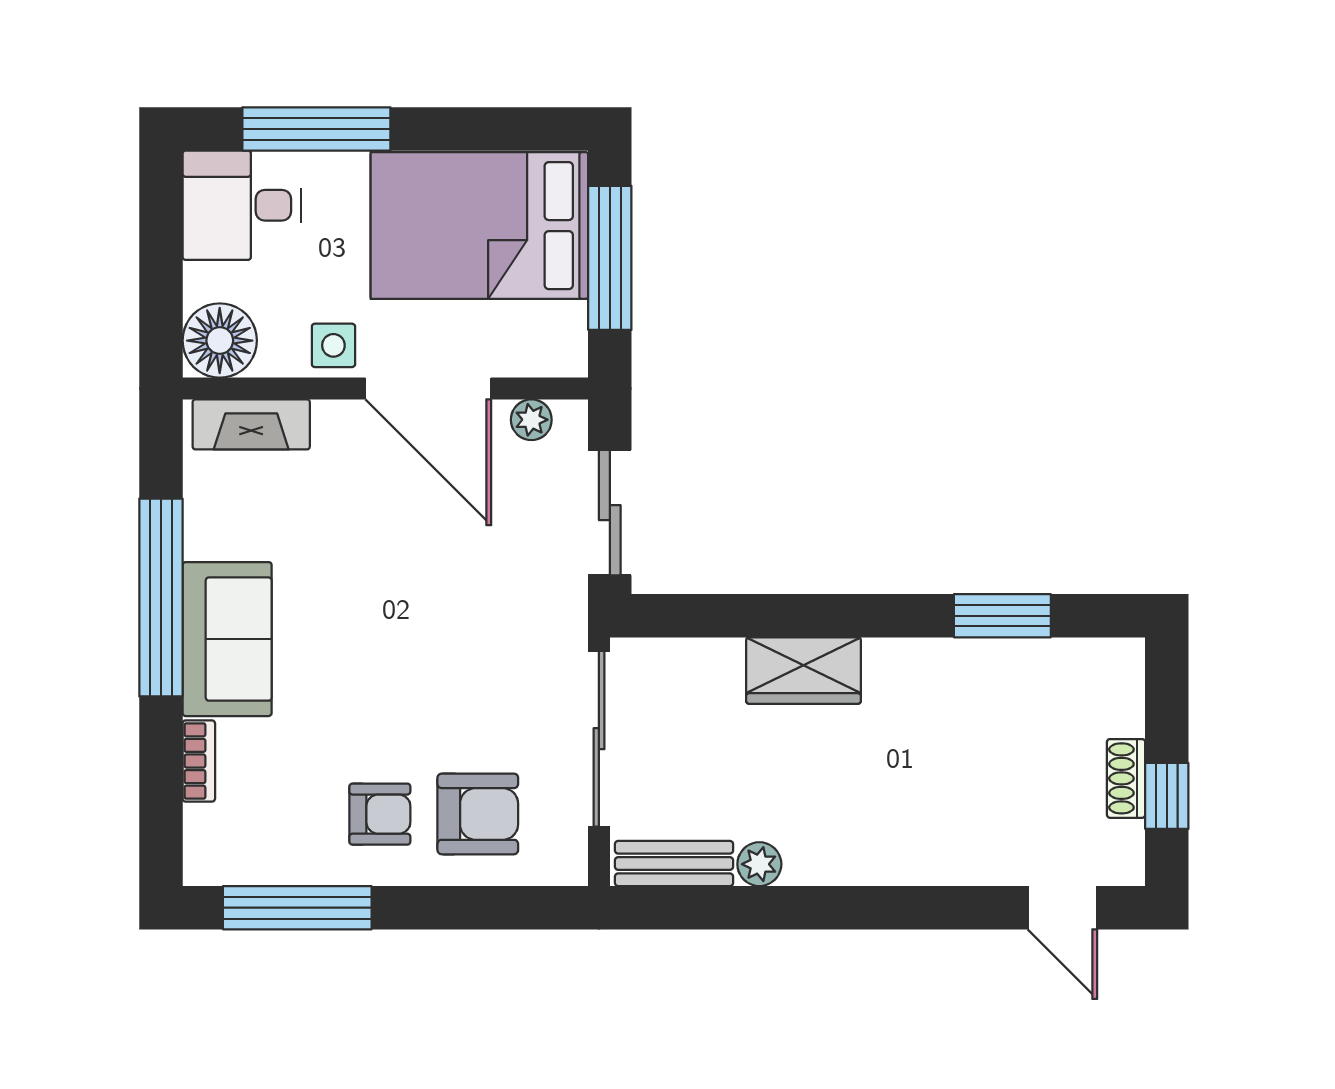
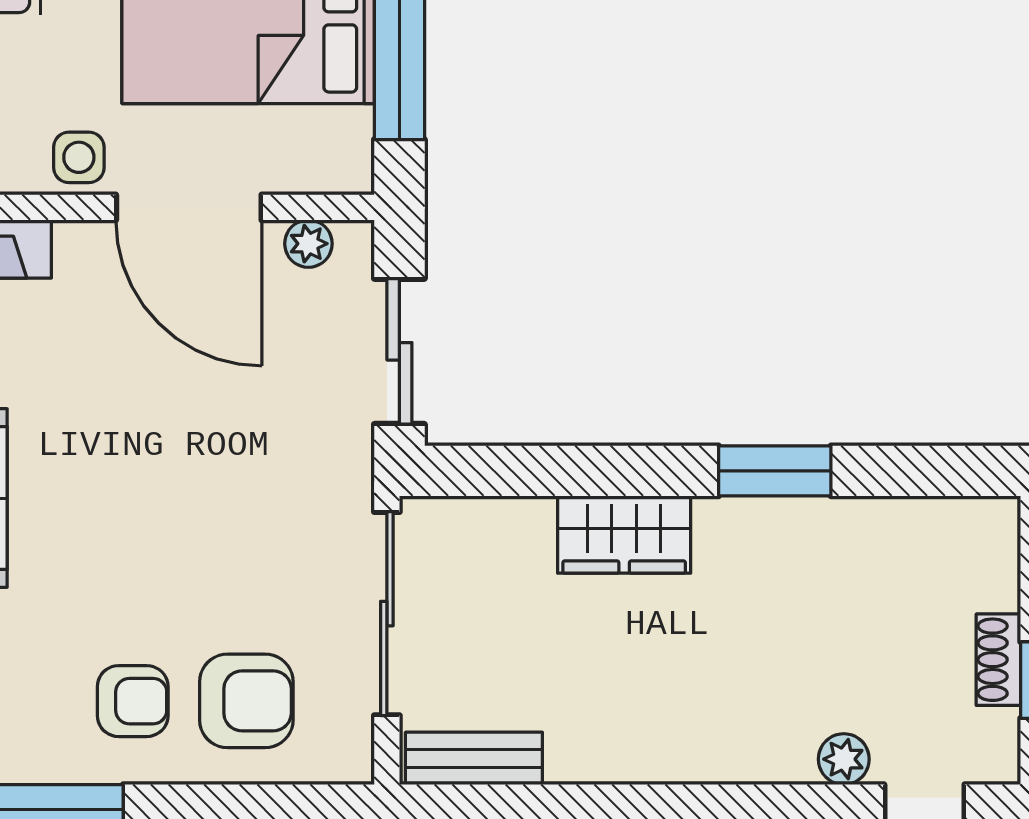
window: (1002, 616) -> (775, 471), moved
plant: (759, 864) -> (844, 759), moved

